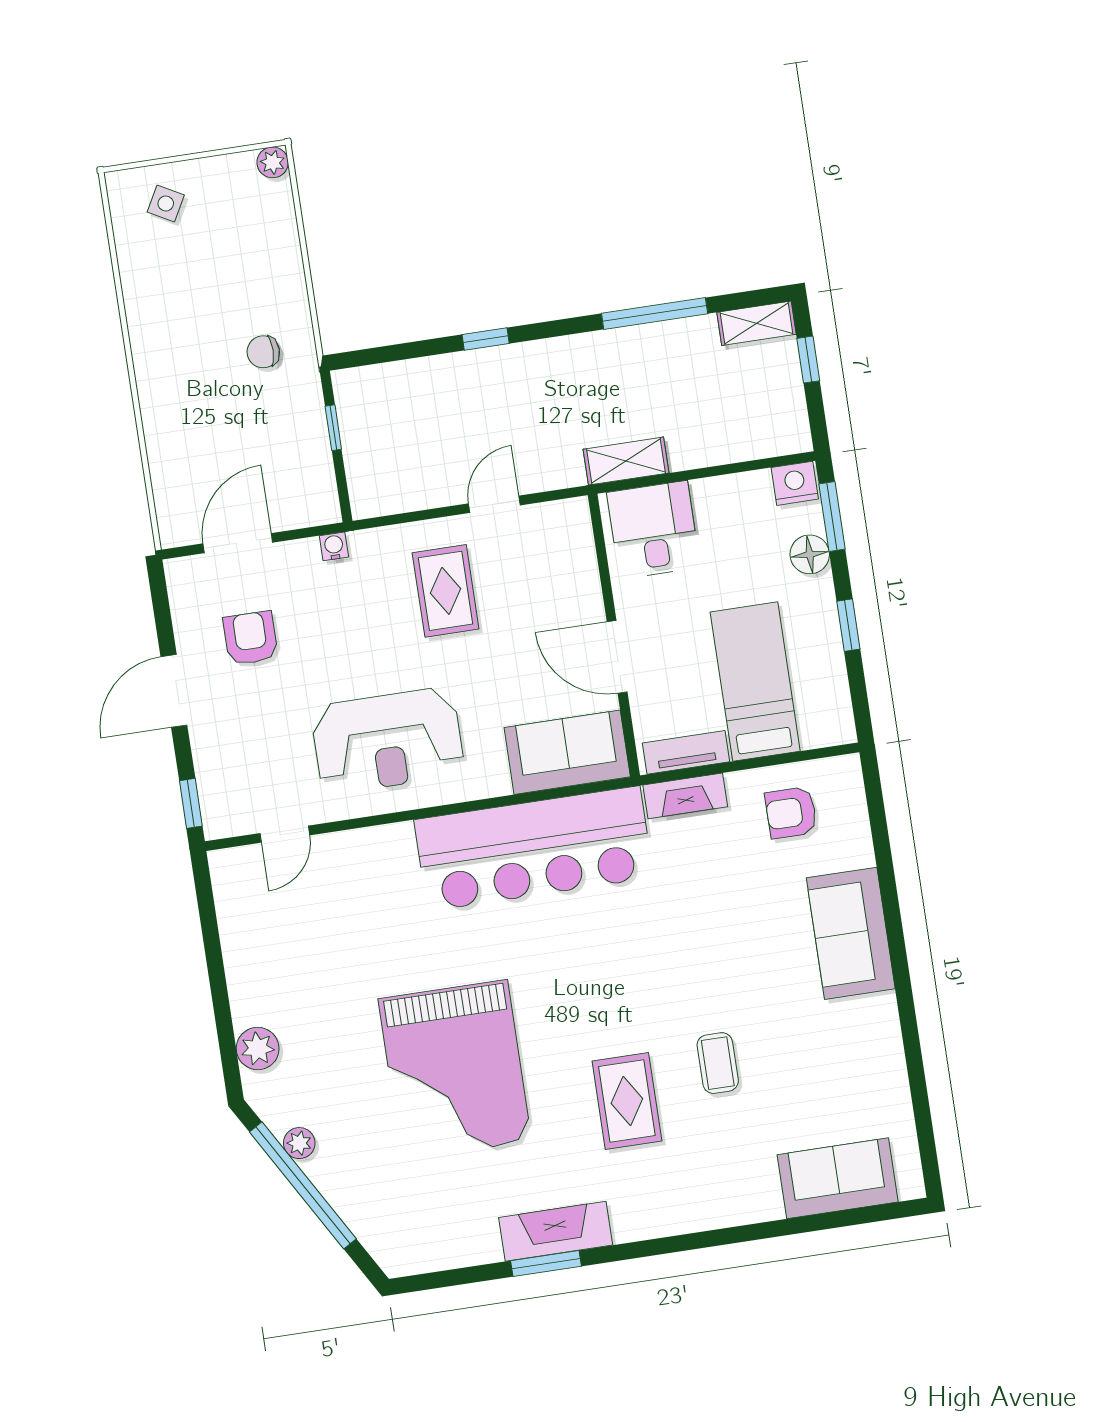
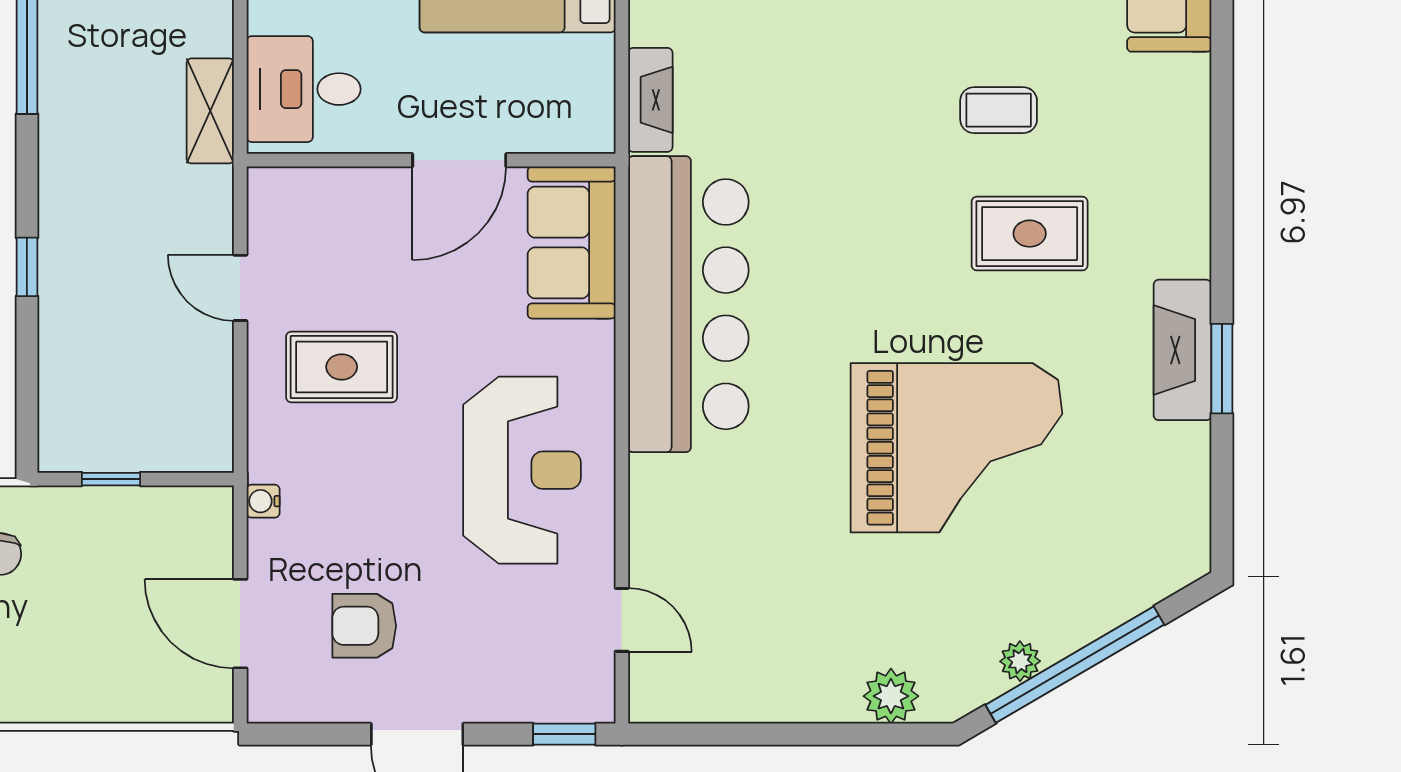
tv unit: (686, 752) -> (595, 91), removed

